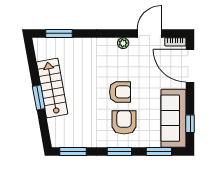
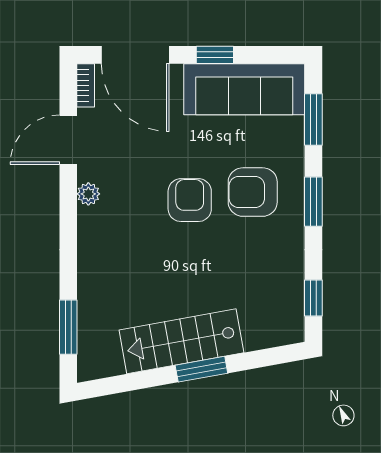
door: (149, 33) -> (68, 140), hinge flipped
door: (190, 66) -> (135, 55), hinge flipped
window: (190, 124) -> (215, 55), moved
window: (73, 151) -> (313, 298), width x0.67

